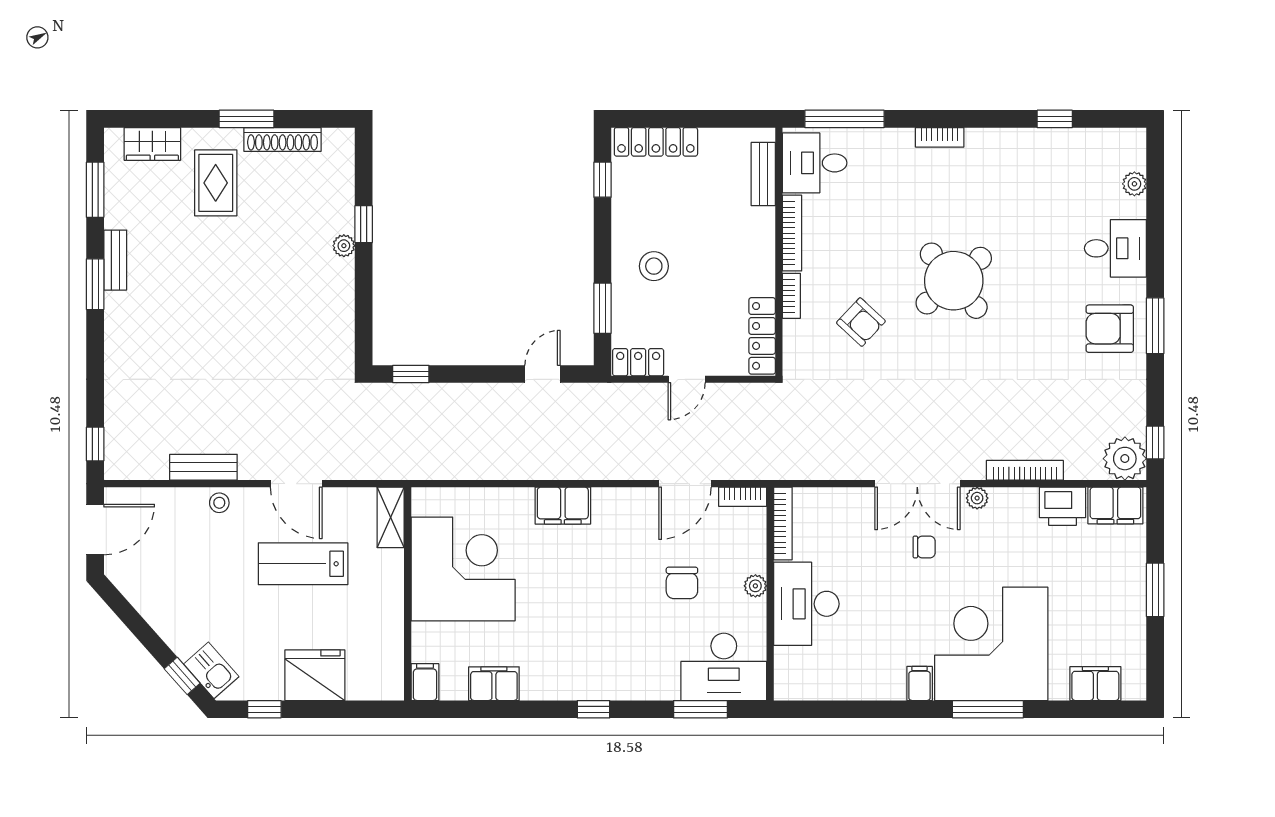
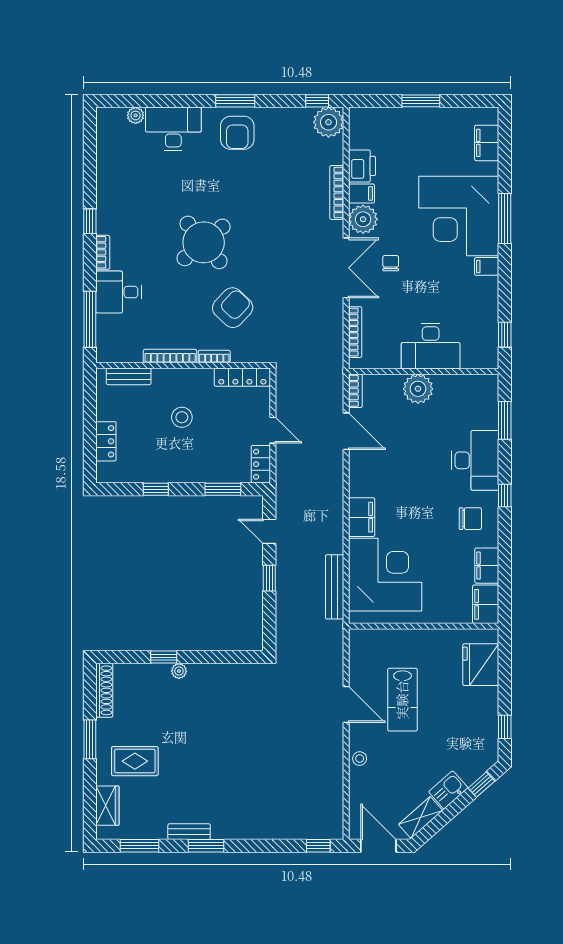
window: (1055, 119) -> (90, 221), moved
shoe rack: (283, 140) -> (104, 690), moved
locker: (656, 142) -> (106, 441), width x0.66
desk: (815, 163) -> (119, 292), moved, turned 90
window: (603, 180) -> (156, 489), moved
desk: (1115, 248) -> (173, 129), width x1.37
stool: (654, 266) -> (182, 417), moved
armchair: (861, 322) -> (233, 308), width x1.38, depth x1.38
window: (411, 374) -> (269, 578), moved
bench: (203, 467) -> (335, 587), moved, width x1.36
door: (296, 484) -> (346, 704), hinge flipped
plant: (977, 498) -> (363, 219), width x1.88, depth x1.88
filing cabinet: (1115, 505) -> (362, 193), moved, width x0.50
shelving: (391, 517) -> (421, 817), moved, turned -41
bookcase: (783, 523) -> (355, 332), moved, turned 90
corner desk: (463, 569) -> (385, 575), moved, turned 90
chair: (682, 583) -> (470, 519), moved
plant: (755, 586) -> (418, 389), width x1.88, depth x1.88
desk: (724, 667) -> (475, 460), moved
kitchen sink: (211, 670) -> (448, 790), moved
fridge: (315, 675) -> (481, 665), moved
filing cabinet: (425, 682) -> (486, 604), width x2.00
window: (823, 709) -> (505, 335), added

